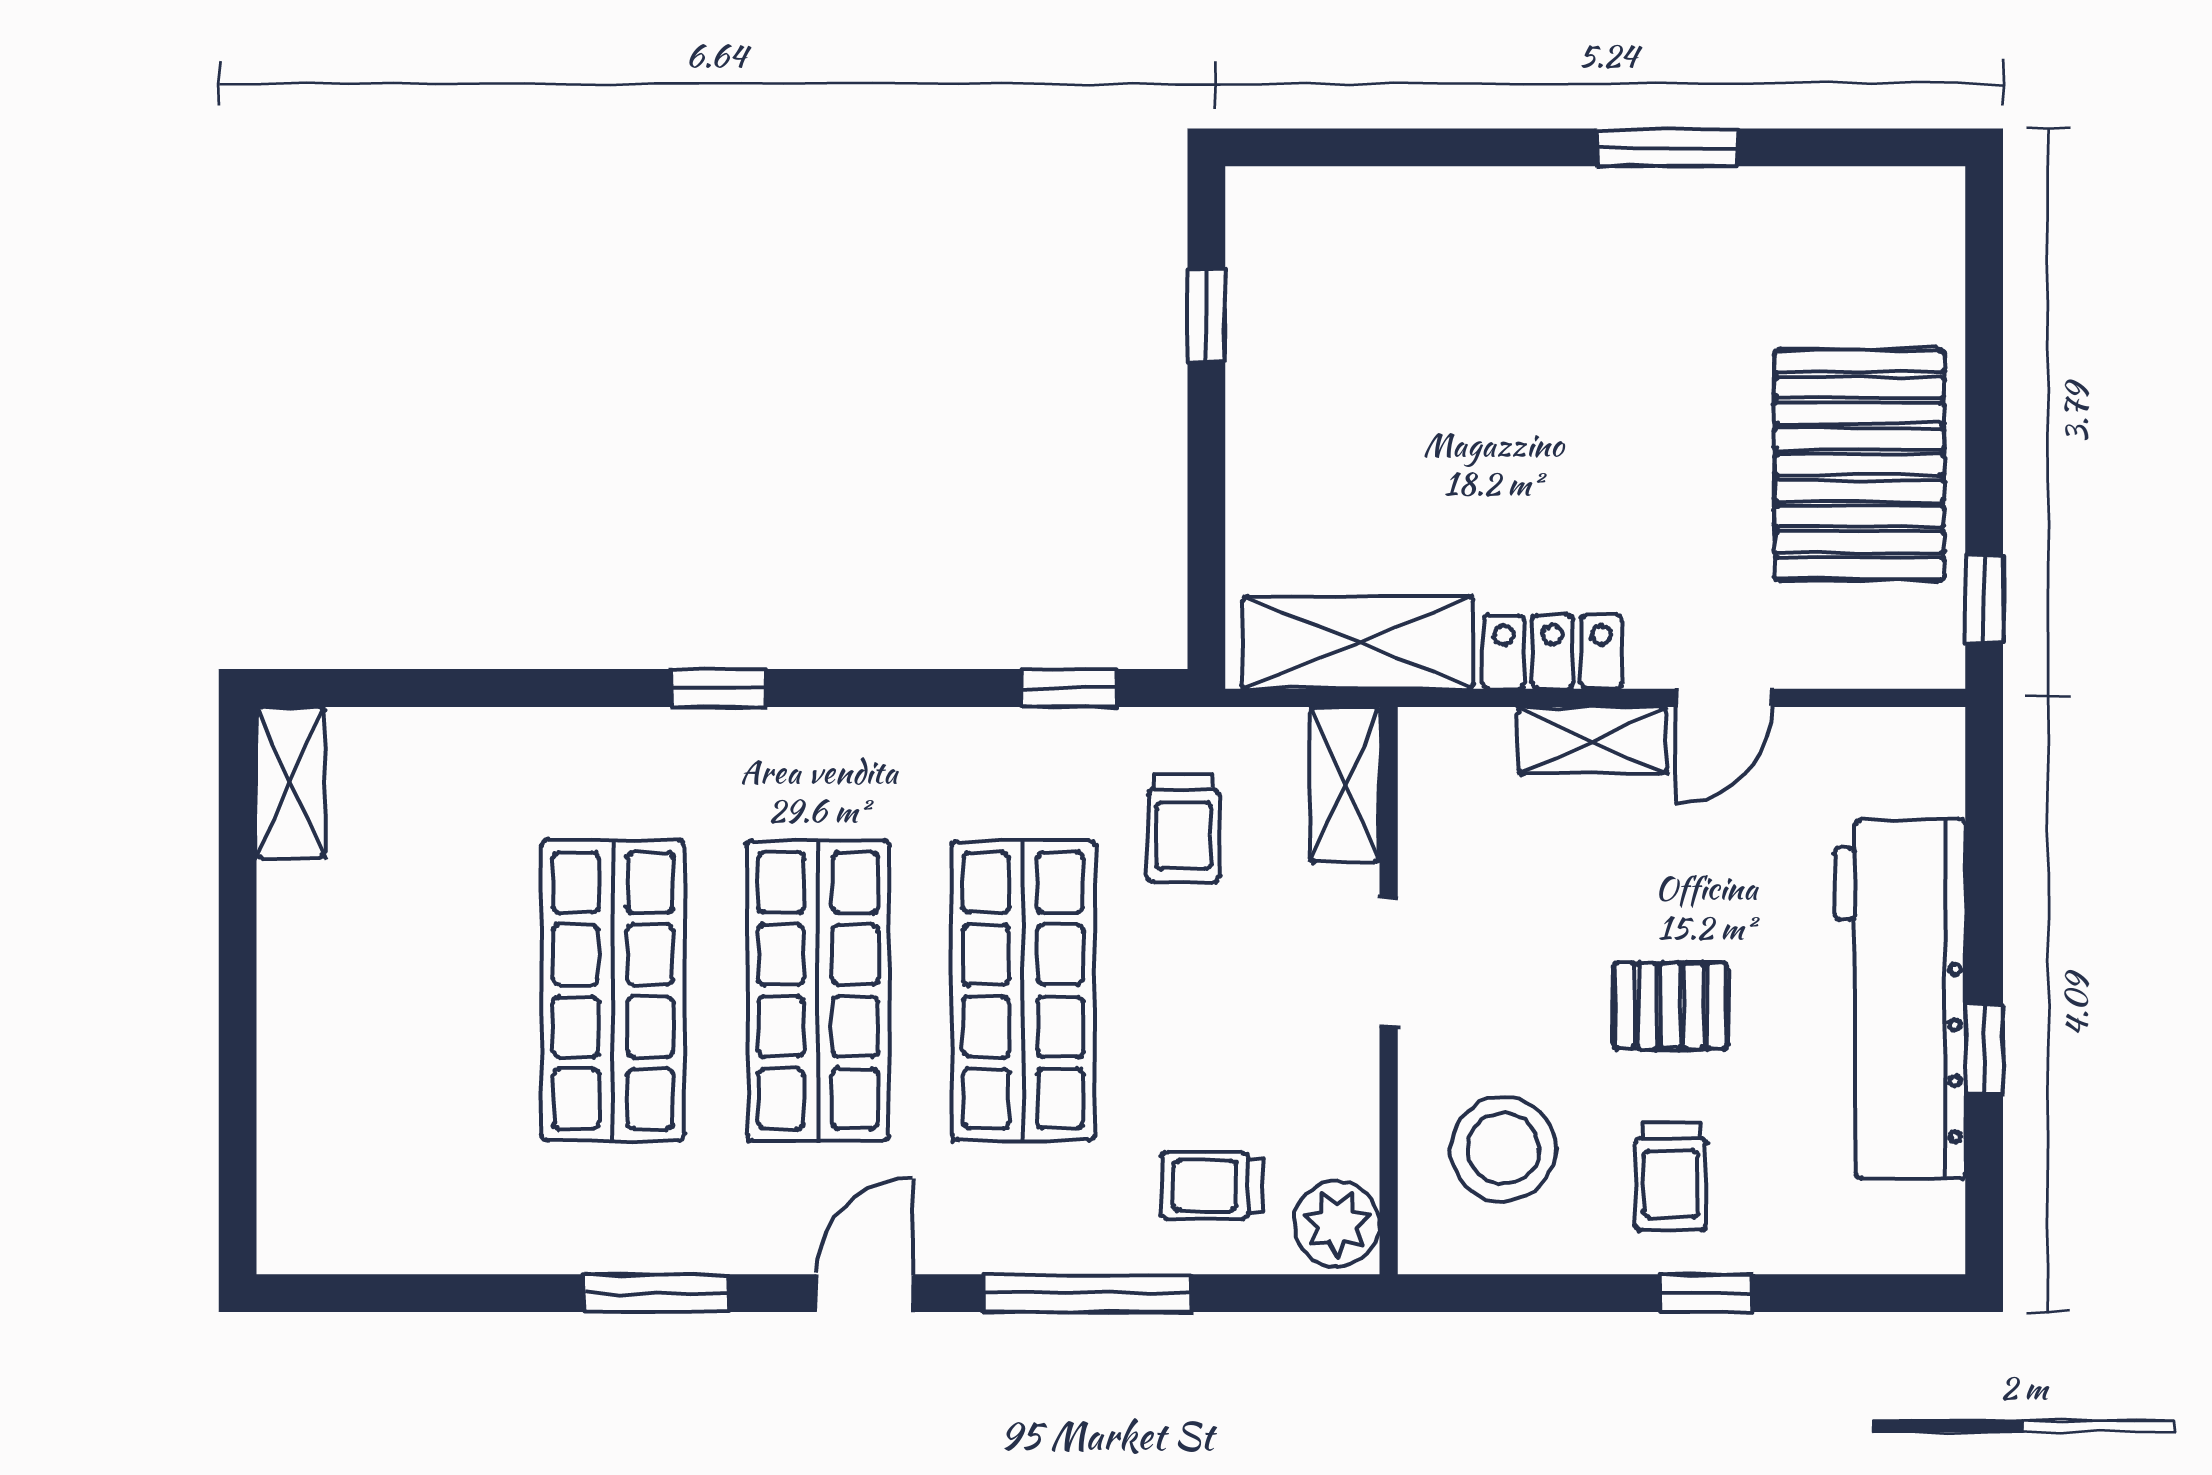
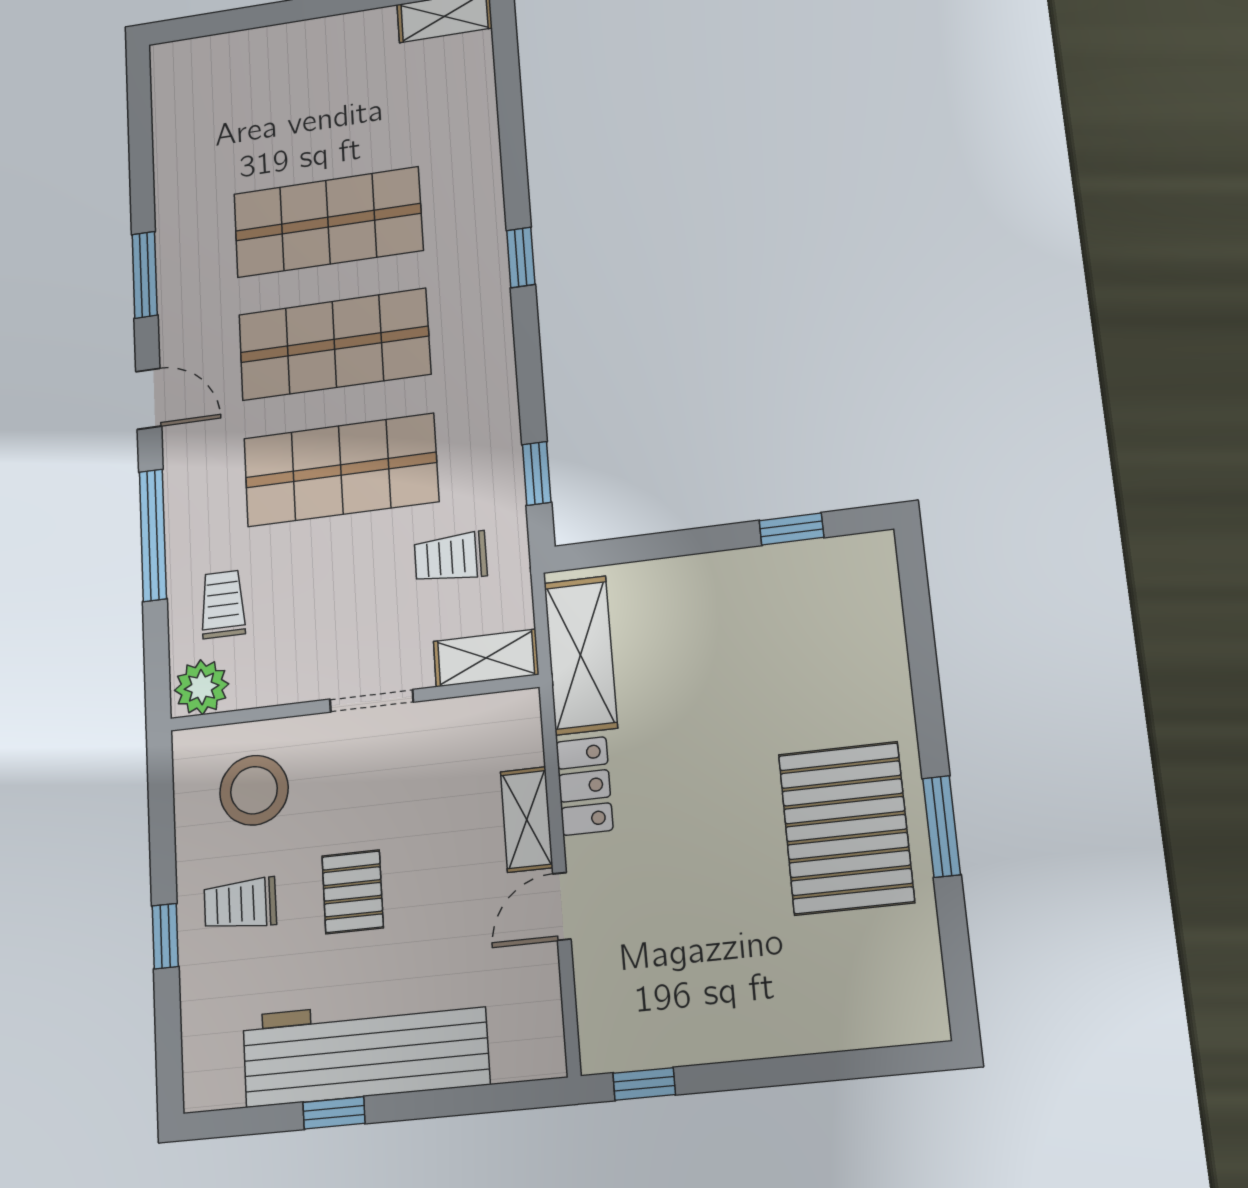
pallet: (1859, 465) -> (846, 828), moved, turned 90
door: (1724, 698) -> (562, 906), hinge flipped

